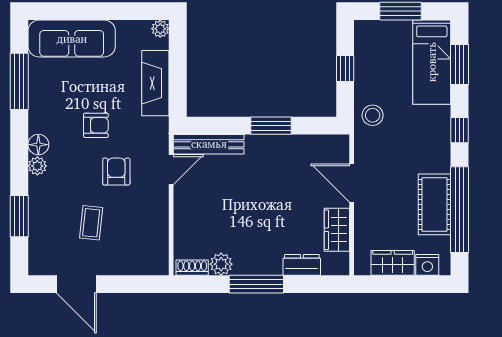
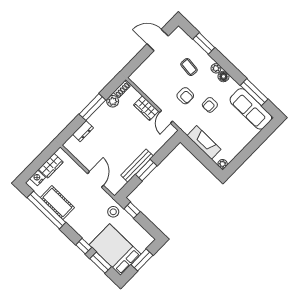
sofa: (72, 39) -> (251, 109), moved, turned -90
bed: (432, 62) -> (115, 250), width x1.50
window: (345, 69) -> (132, 210), moved
window: (460, 130) -> (84, 246), moved
bench: (209, 144) -> (137, 166), moved
door: (352, 183) -> (96, 179), hinge flipped
coffee table: (91, 223) -> (189, 67), moved
wardrobe: (337, 230) -> (146, 108), moved, turned 180

